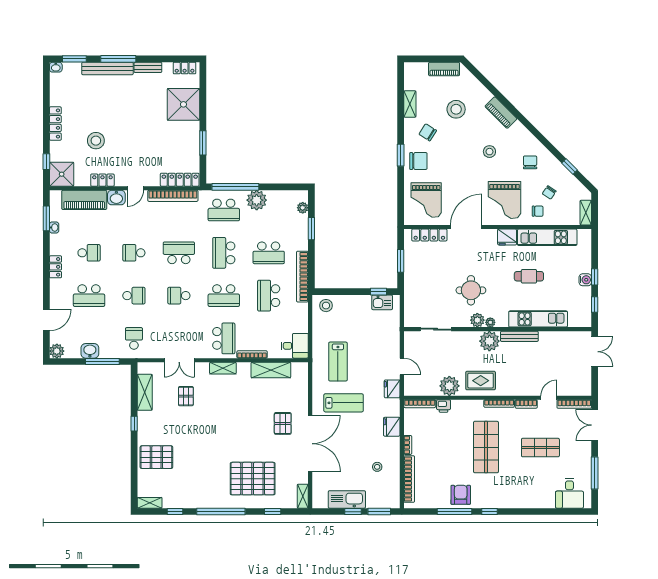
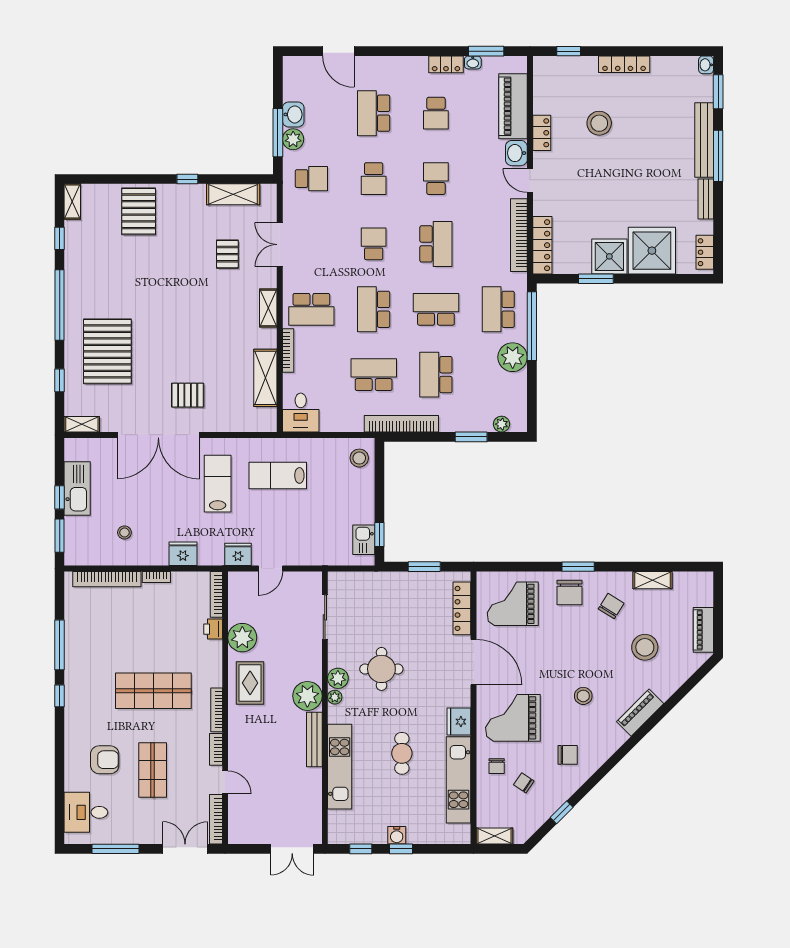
shower: (62, 174) -> (609, 256), moved
locker: (55, 267) -> (446, 64), moved
plant: (57, 351) -> (293, 139), moved
pallet: (186, 396) -> (227, 254), turned 90
lab bench: (344, 403) -> (218, 484), turned 180
armchair: (461, 495) -> (105, 760), moved

